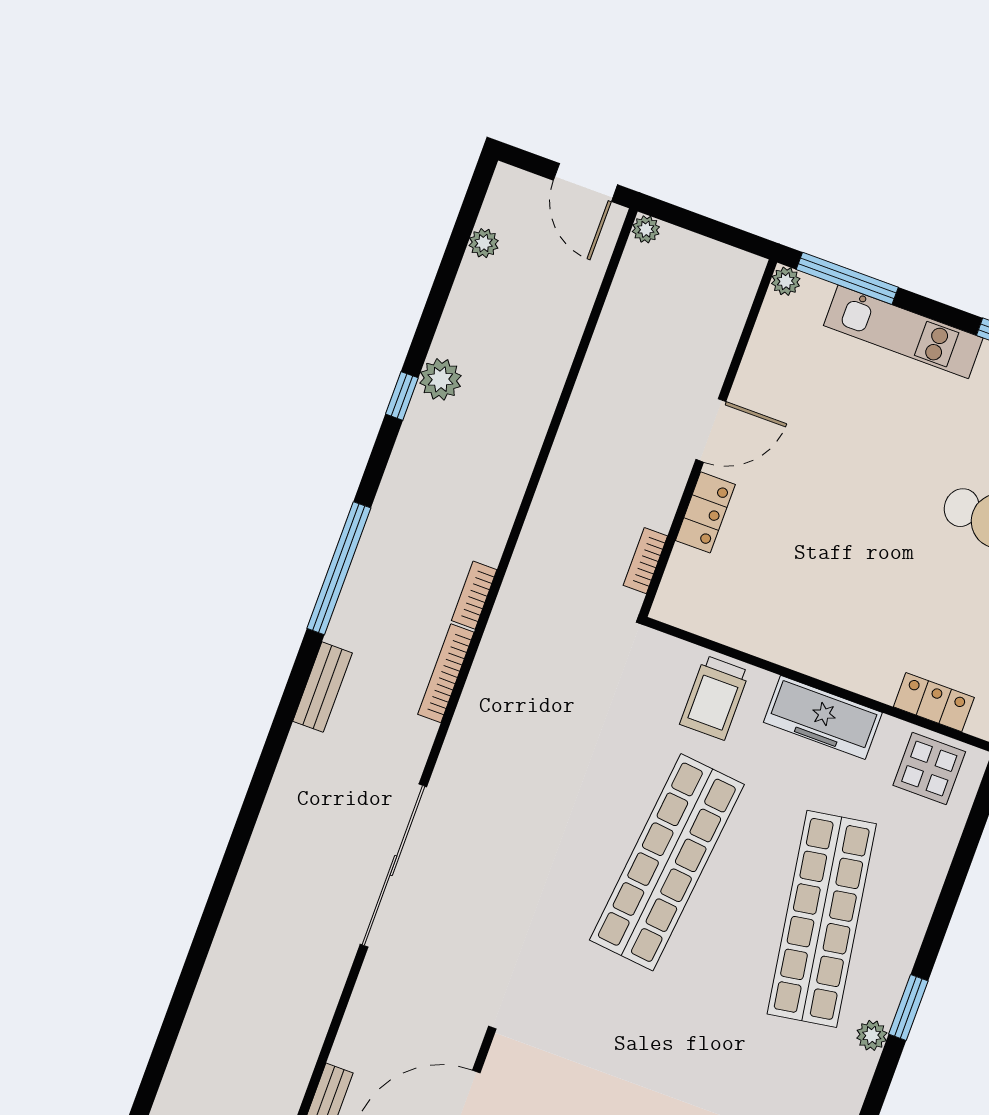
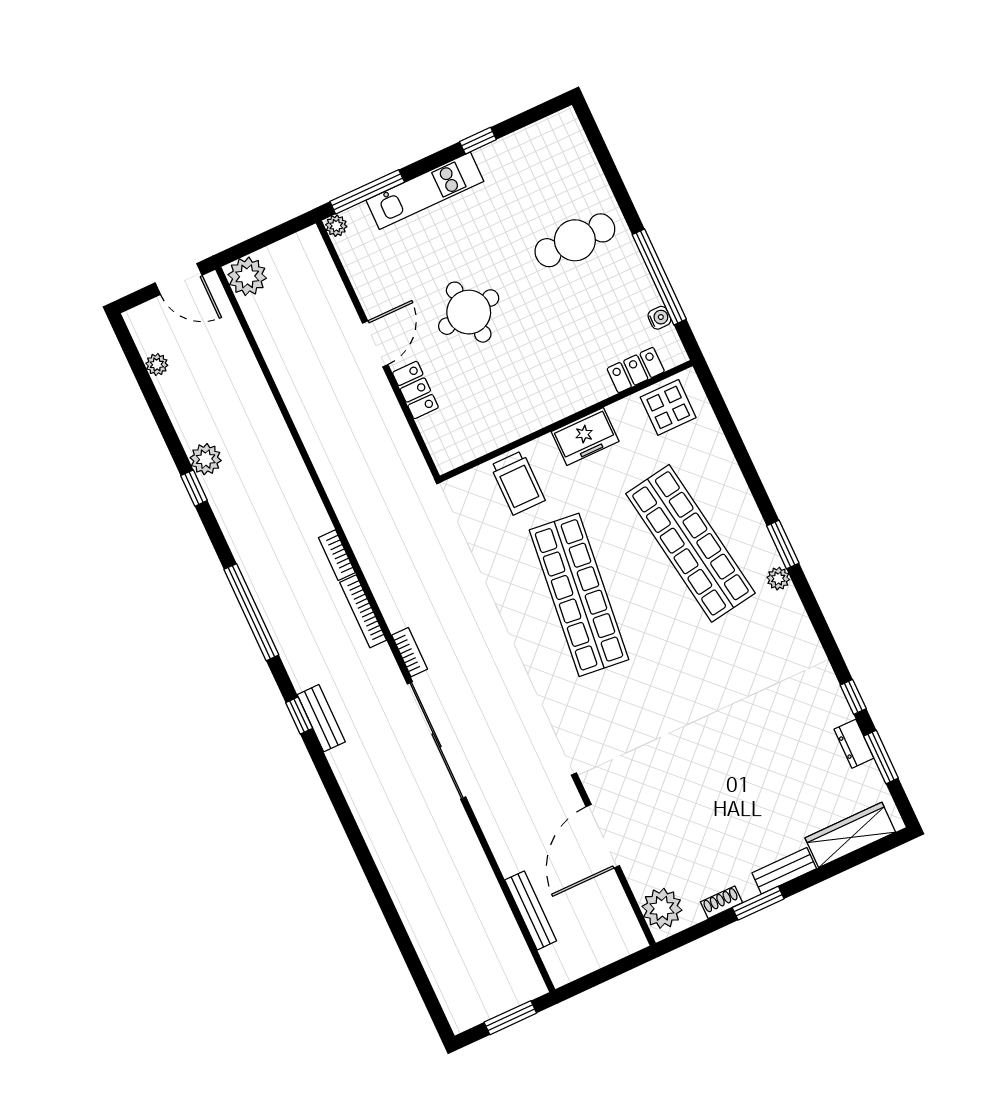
plant: (646, 229) -> (247, 276), width x1.87, depth x1.87
round table: (830, 489) -> (469, 312), added
bookcase: (645, 561) -> (410, 652), moved, turned 180
bench: (323, 687) -> (321, 718), moved
window: (286, 712) -> (299, 716), added
freezer: (823, 717) -> (585, 436), width x0.71

